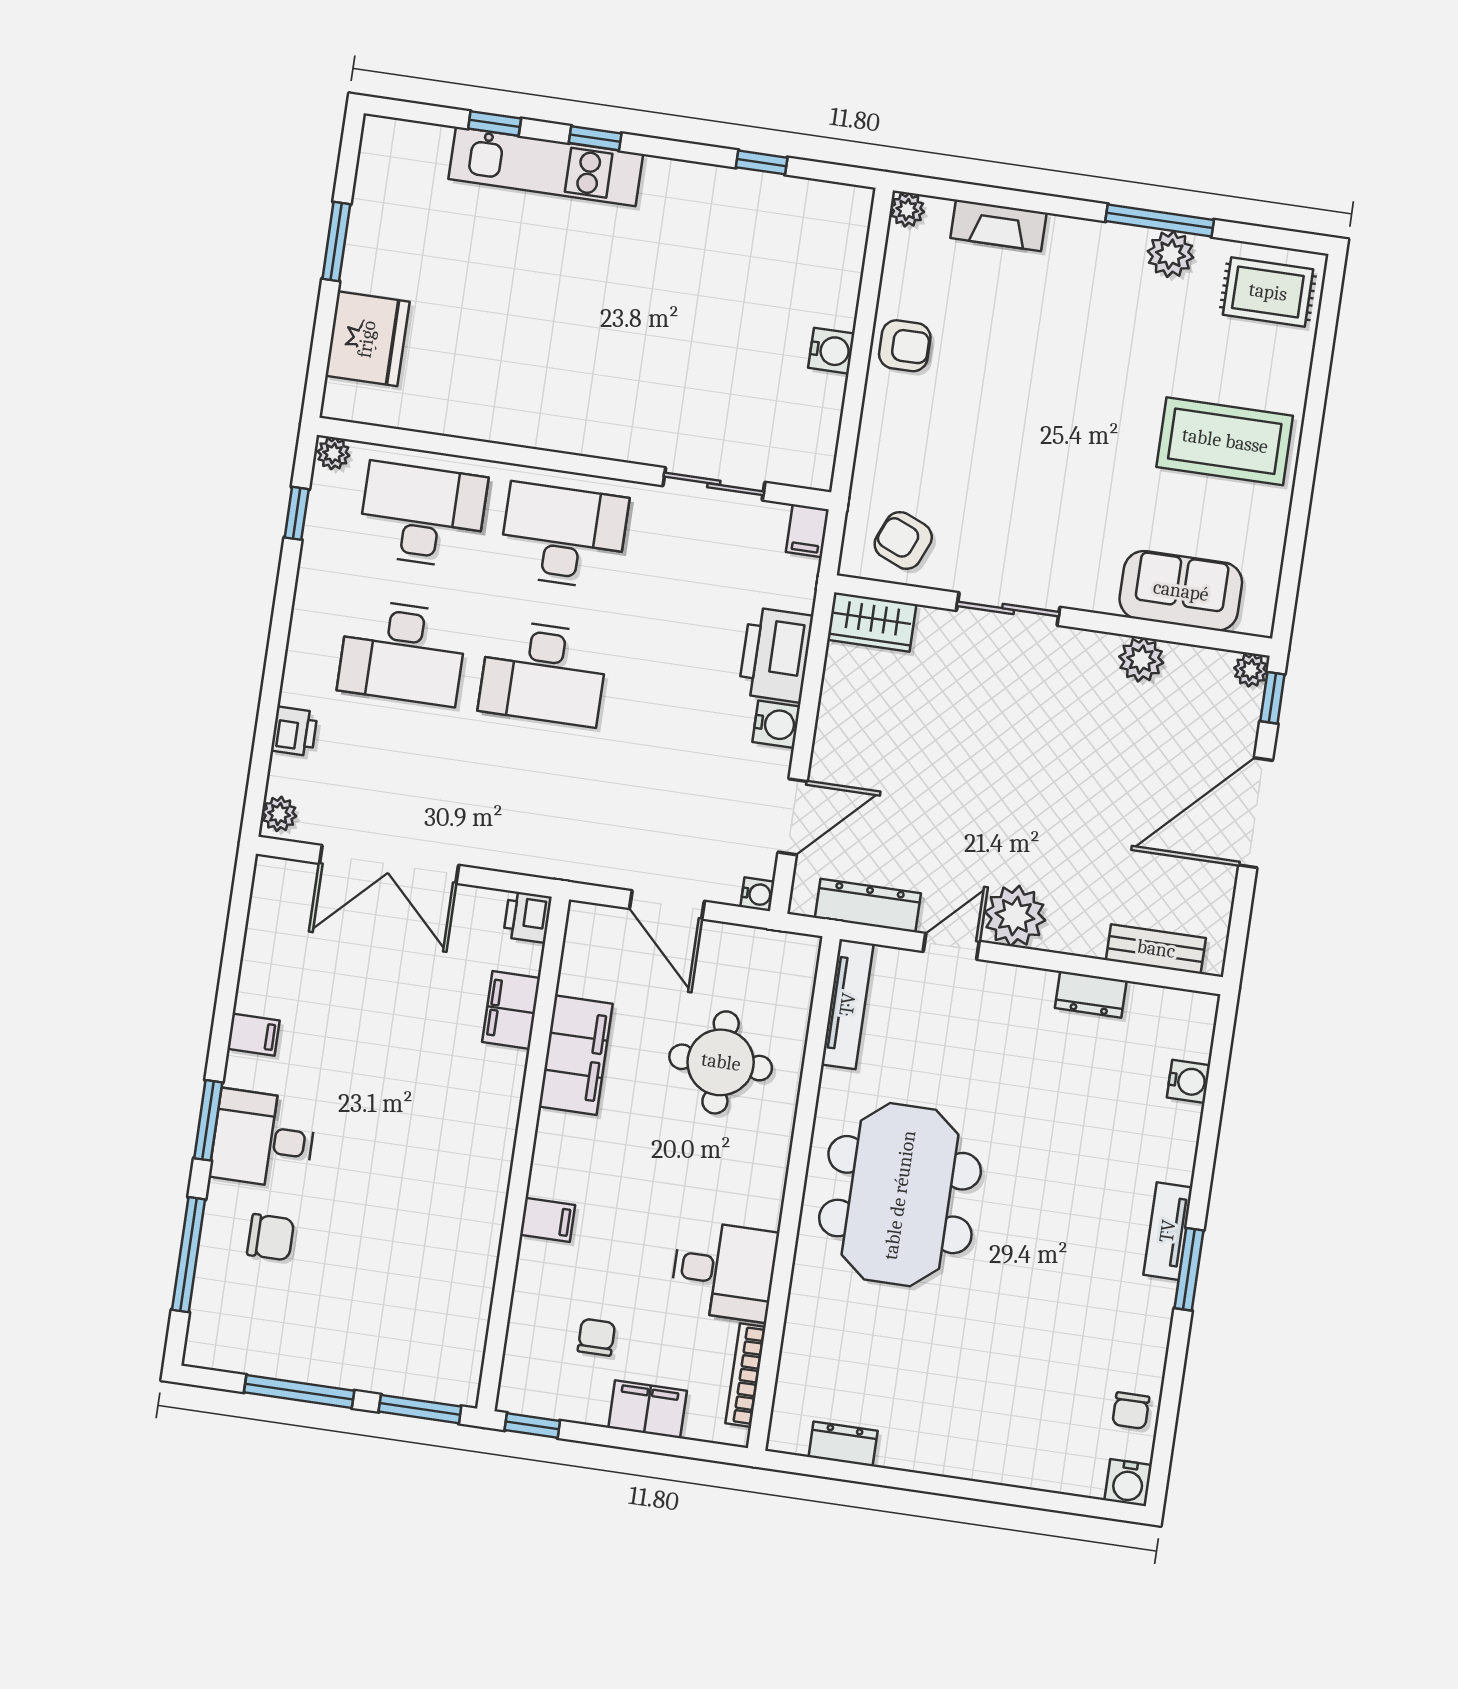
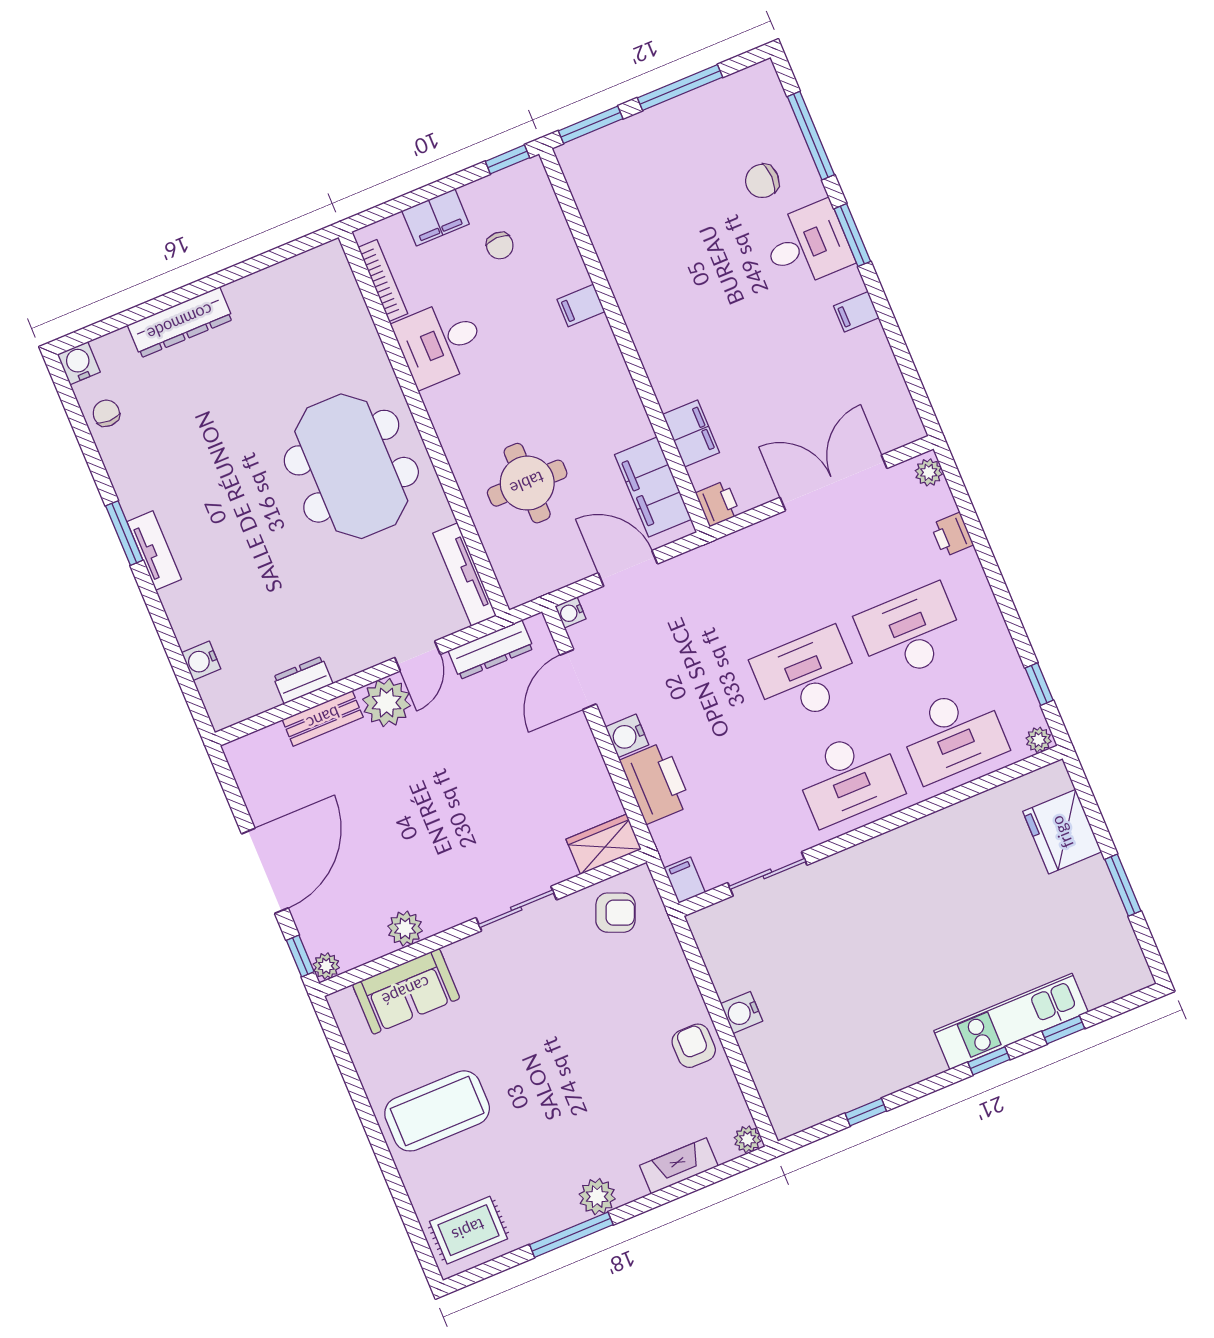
plant: (1170, 254) -> (597, 1197), moved
armchair: (905, 346) -> (694, 1046), turned 90
bench: (1156, 949) -> (323, 718), moved
filing cabinet: (576, 1055) -> (653, 487), moved
dresser: (843, 1444) -> (180, 322), moved, width x1.96, depth x1.24

